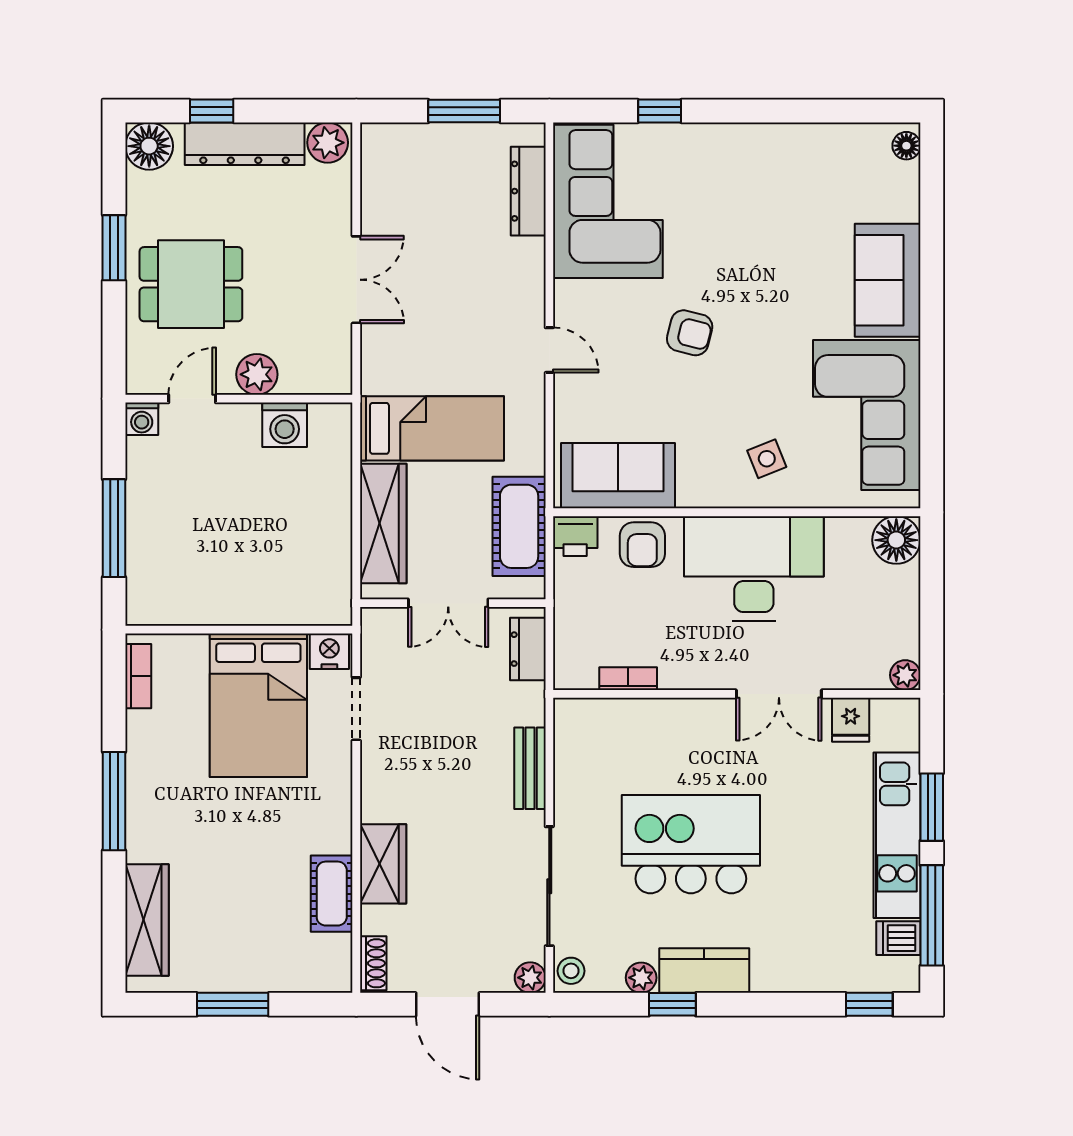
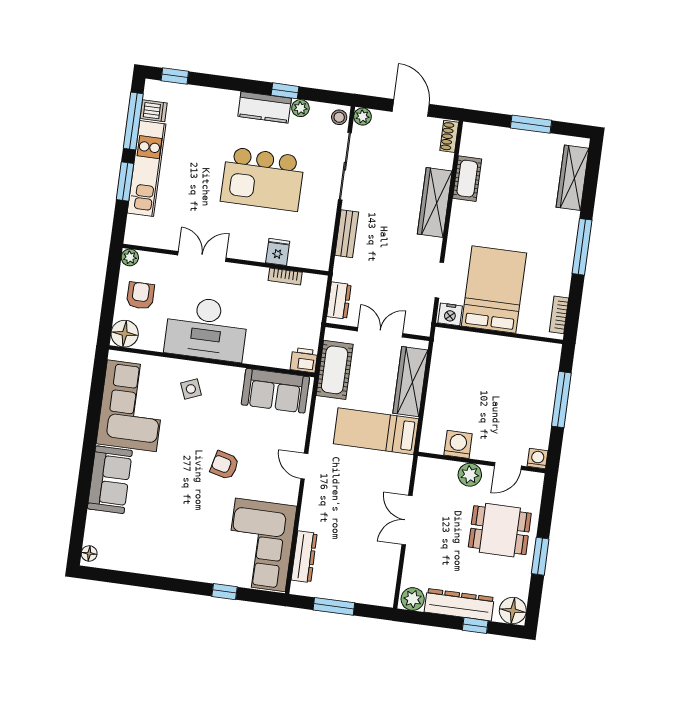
armchair: (642, 545) -> (140, 296), moved
fridge: (851, 720) -> (278, 252), moved
wardrobe: (383, 864) -> (435, 202), width x1.50

